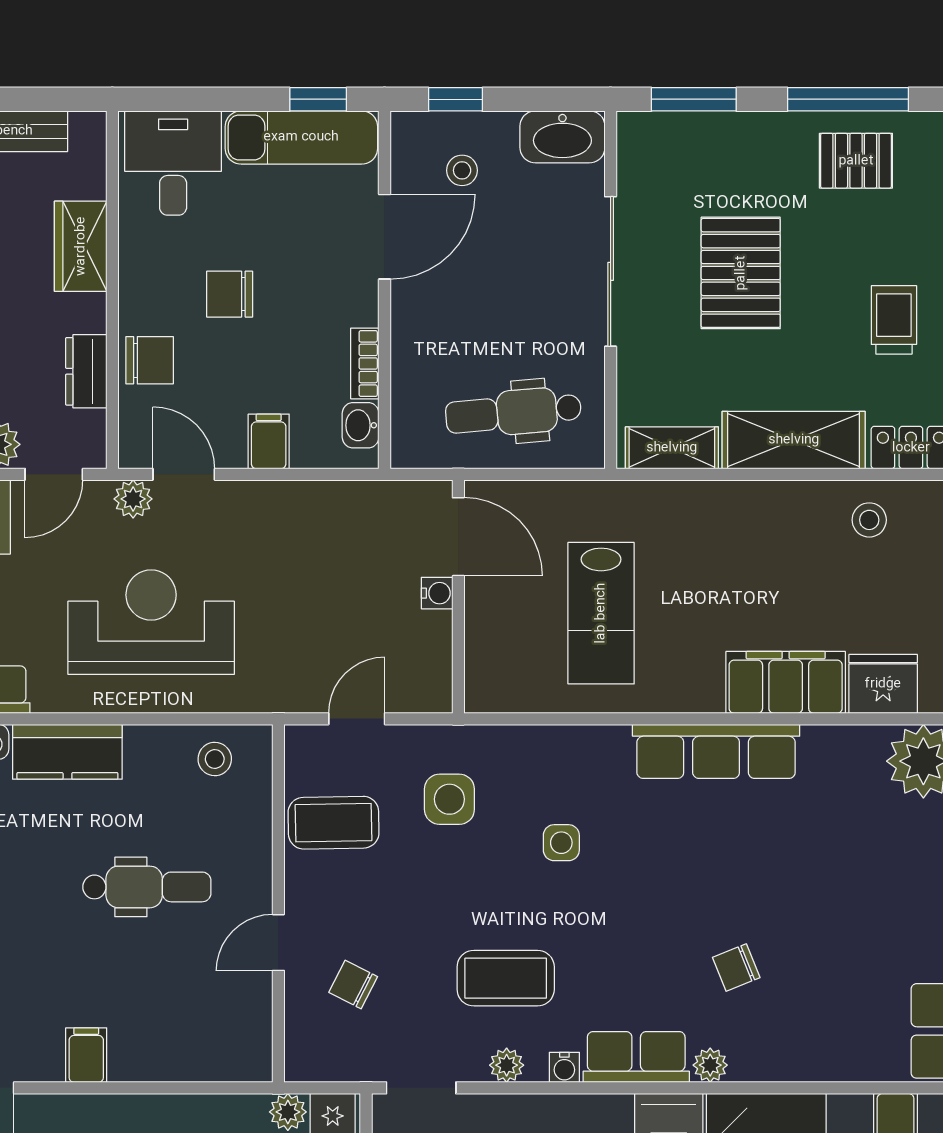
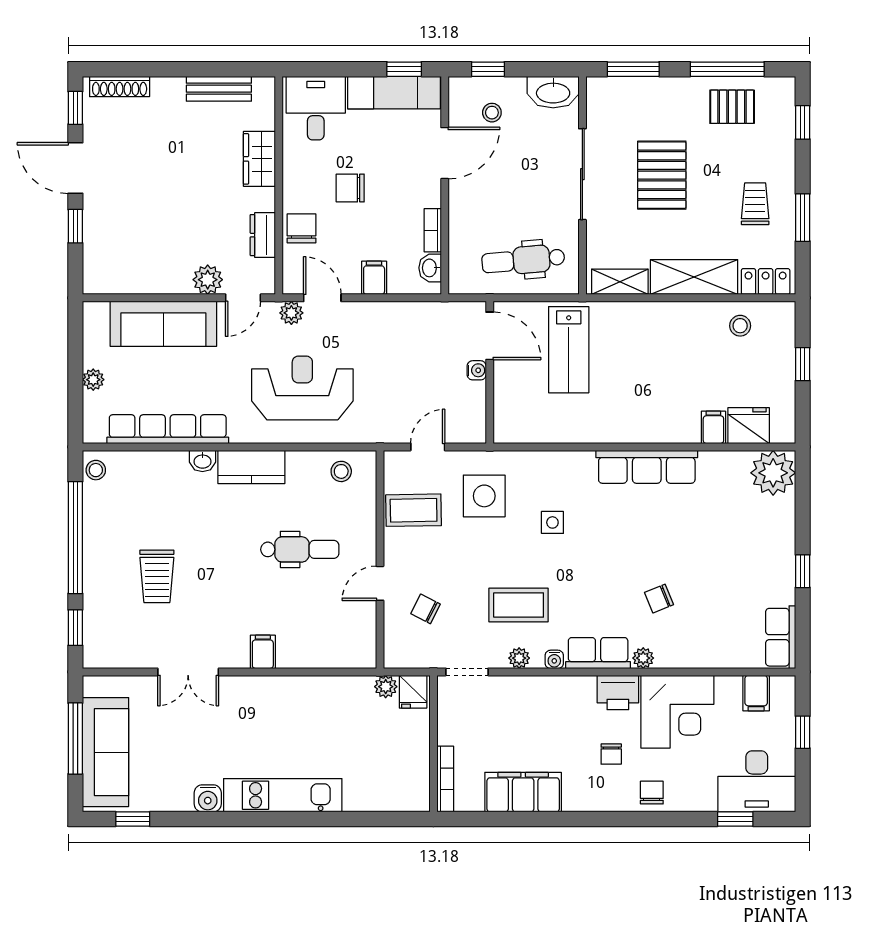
chair: (150, 360) -> (301, 228), turned -90
lab bench: (601, 613) -> (569, 350), moved
filing cabinet: (786, 682) -> (713, 427), width x0.33, depth x0.86
side table: (449, 799) -> (484, 496), width x1.37, depth x1.37

